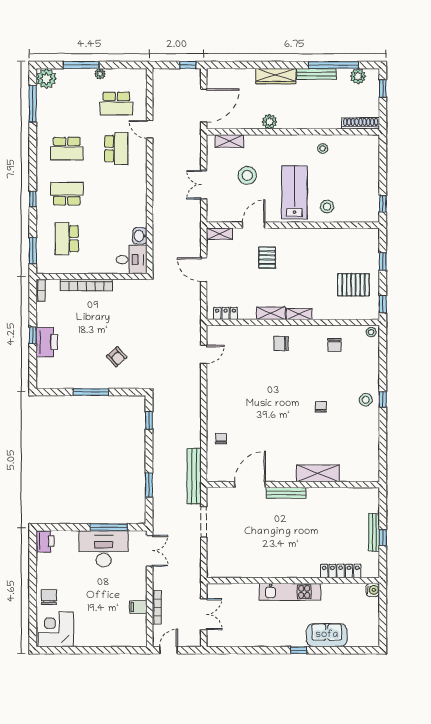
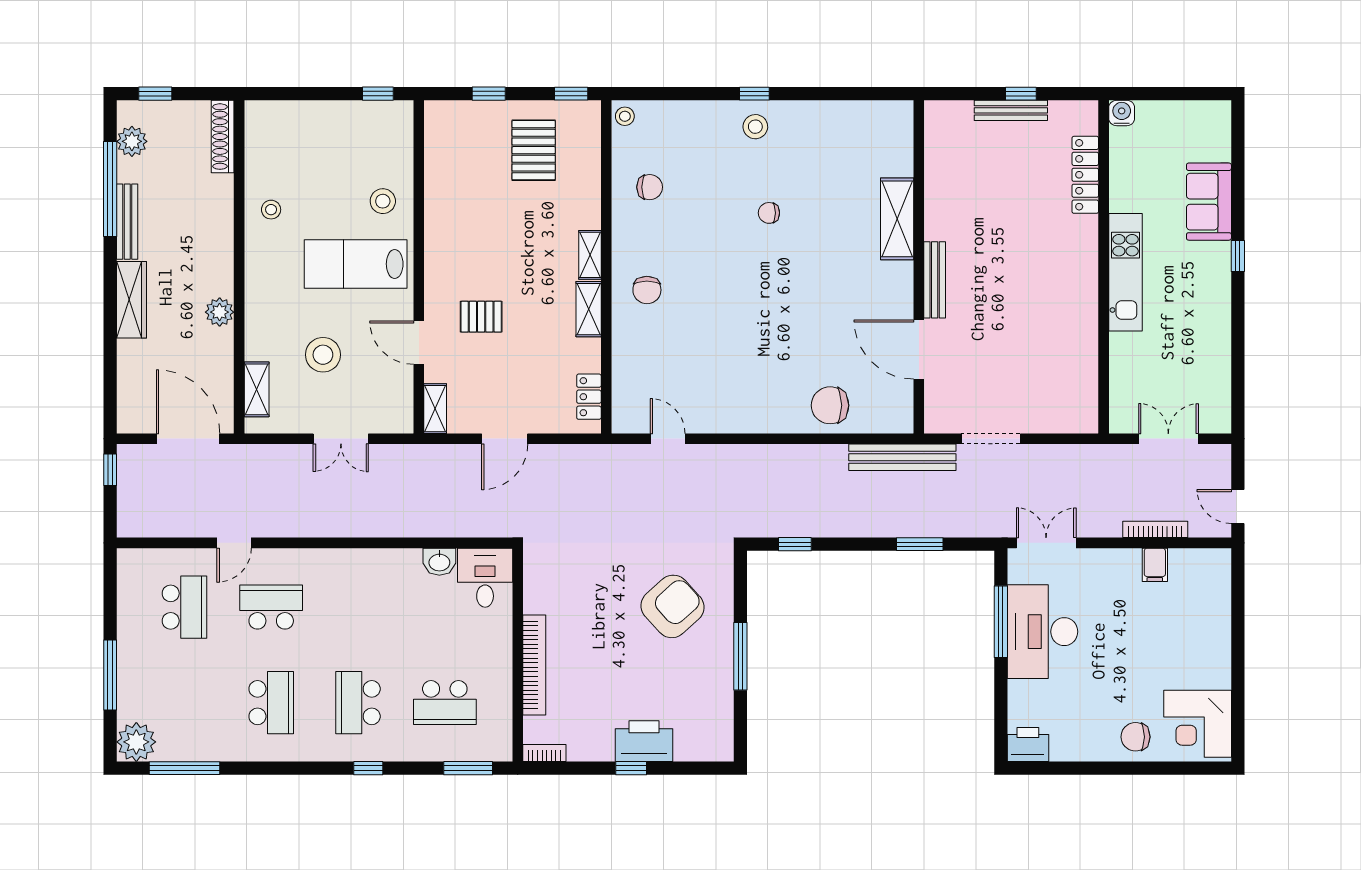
plant: (100, 74) -> (127, 639), removed
armchair: (117, 357) -> (672, 606), width x1.88, depth x1.88
chair: (221, 439) -> (830, 405), width x1.87, depth x1.87

